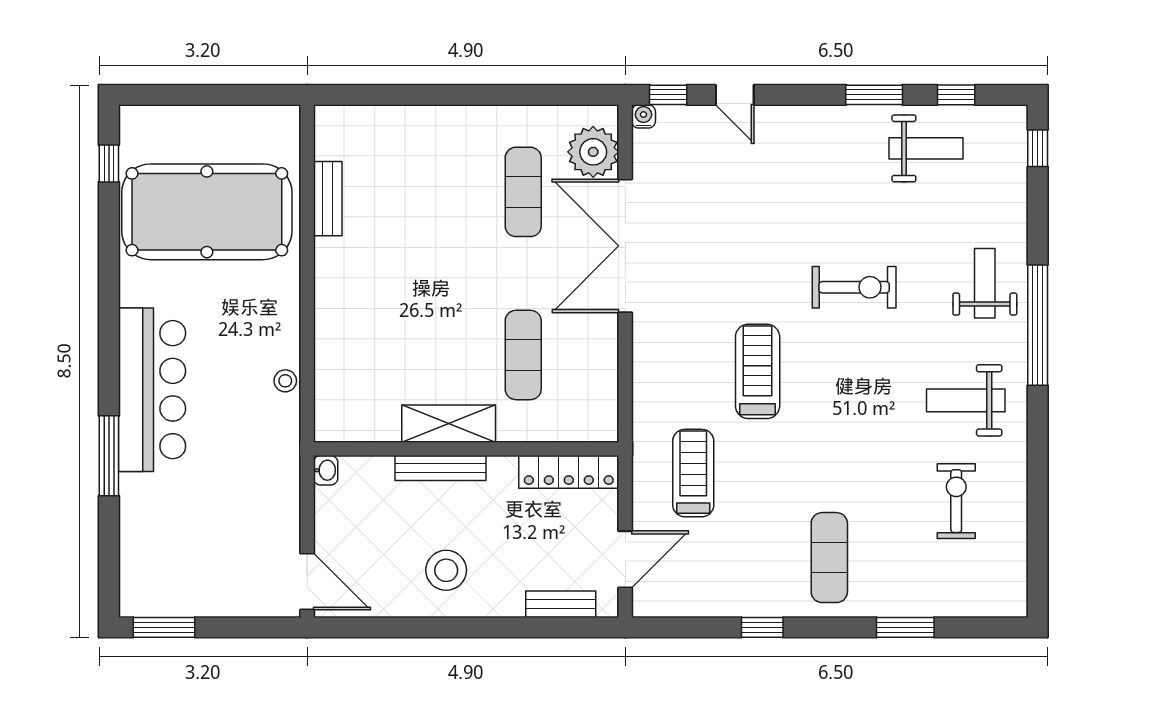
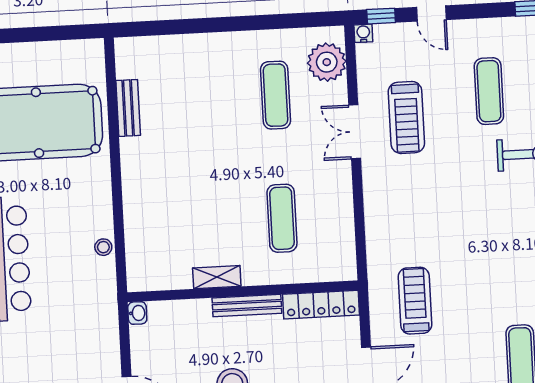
exercise mat: (805, 201) -> (489, 91), added
double door: (625, 246) -> (355, 132), width x0.54
treadmill: (758, 371) -> (406, 117), moved, turned 180
shelving: (449, 424) -> (217, 277), width x0.67, depth x0.75
bench: (440, 468) -> (247, 306), moved

